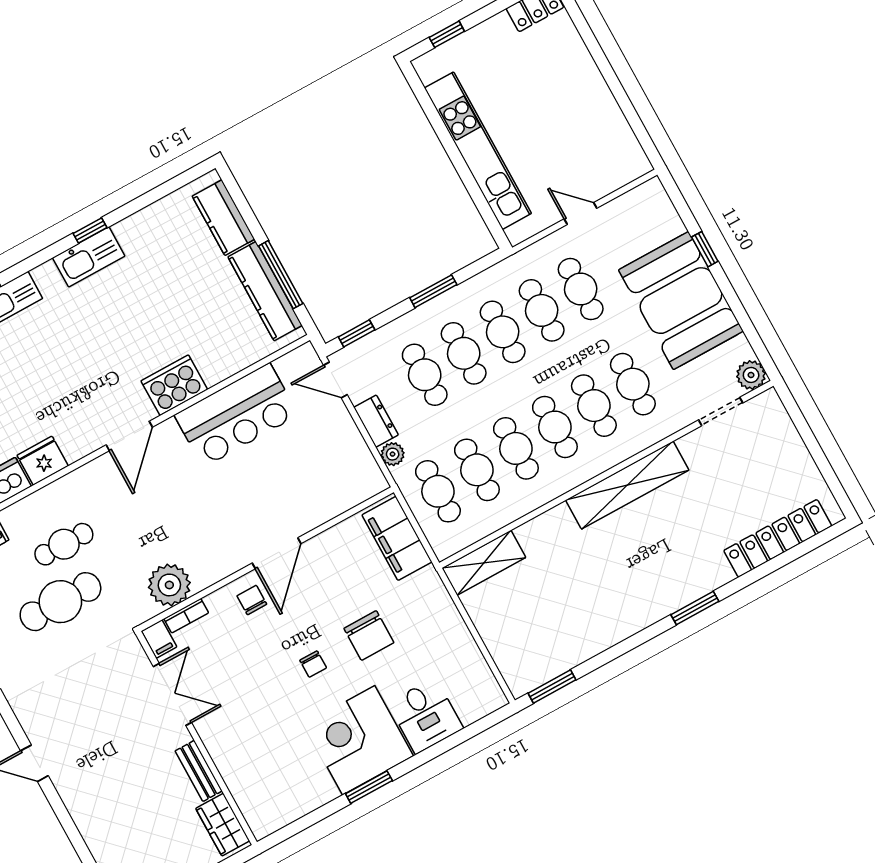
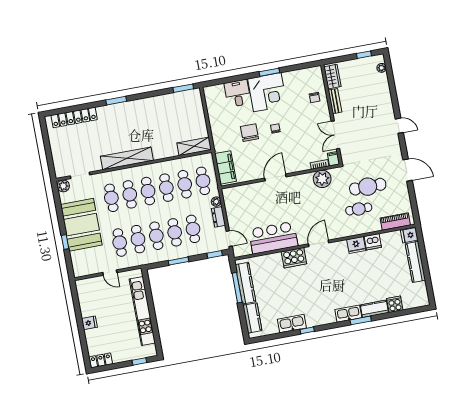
fridge: (589, 84) -> (89, 323), added
kitchen sink: (89, 257) -> (292, 324), moved
chair: (252, 600) -> (315, 98), moved

